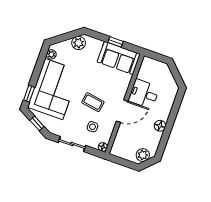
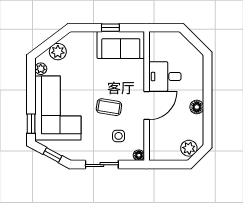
plant: (79, 43) -> (58, 52), moved

